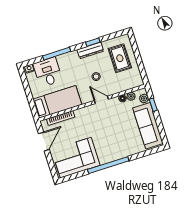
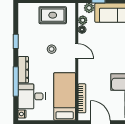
dresser: (90, 50) -> (23, 70), moved
rug: (120, 58) -> (53, 15), moved
door: (101, 100) -> (77, 51), swing flipped

